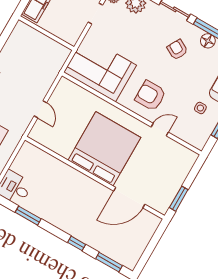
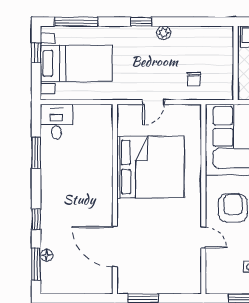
chair: (40, 70) -> (194, 79), added
bed: (104, 149) -> (150, 167), moved
floor lamp: (107, 251) -> (46, 255), added

